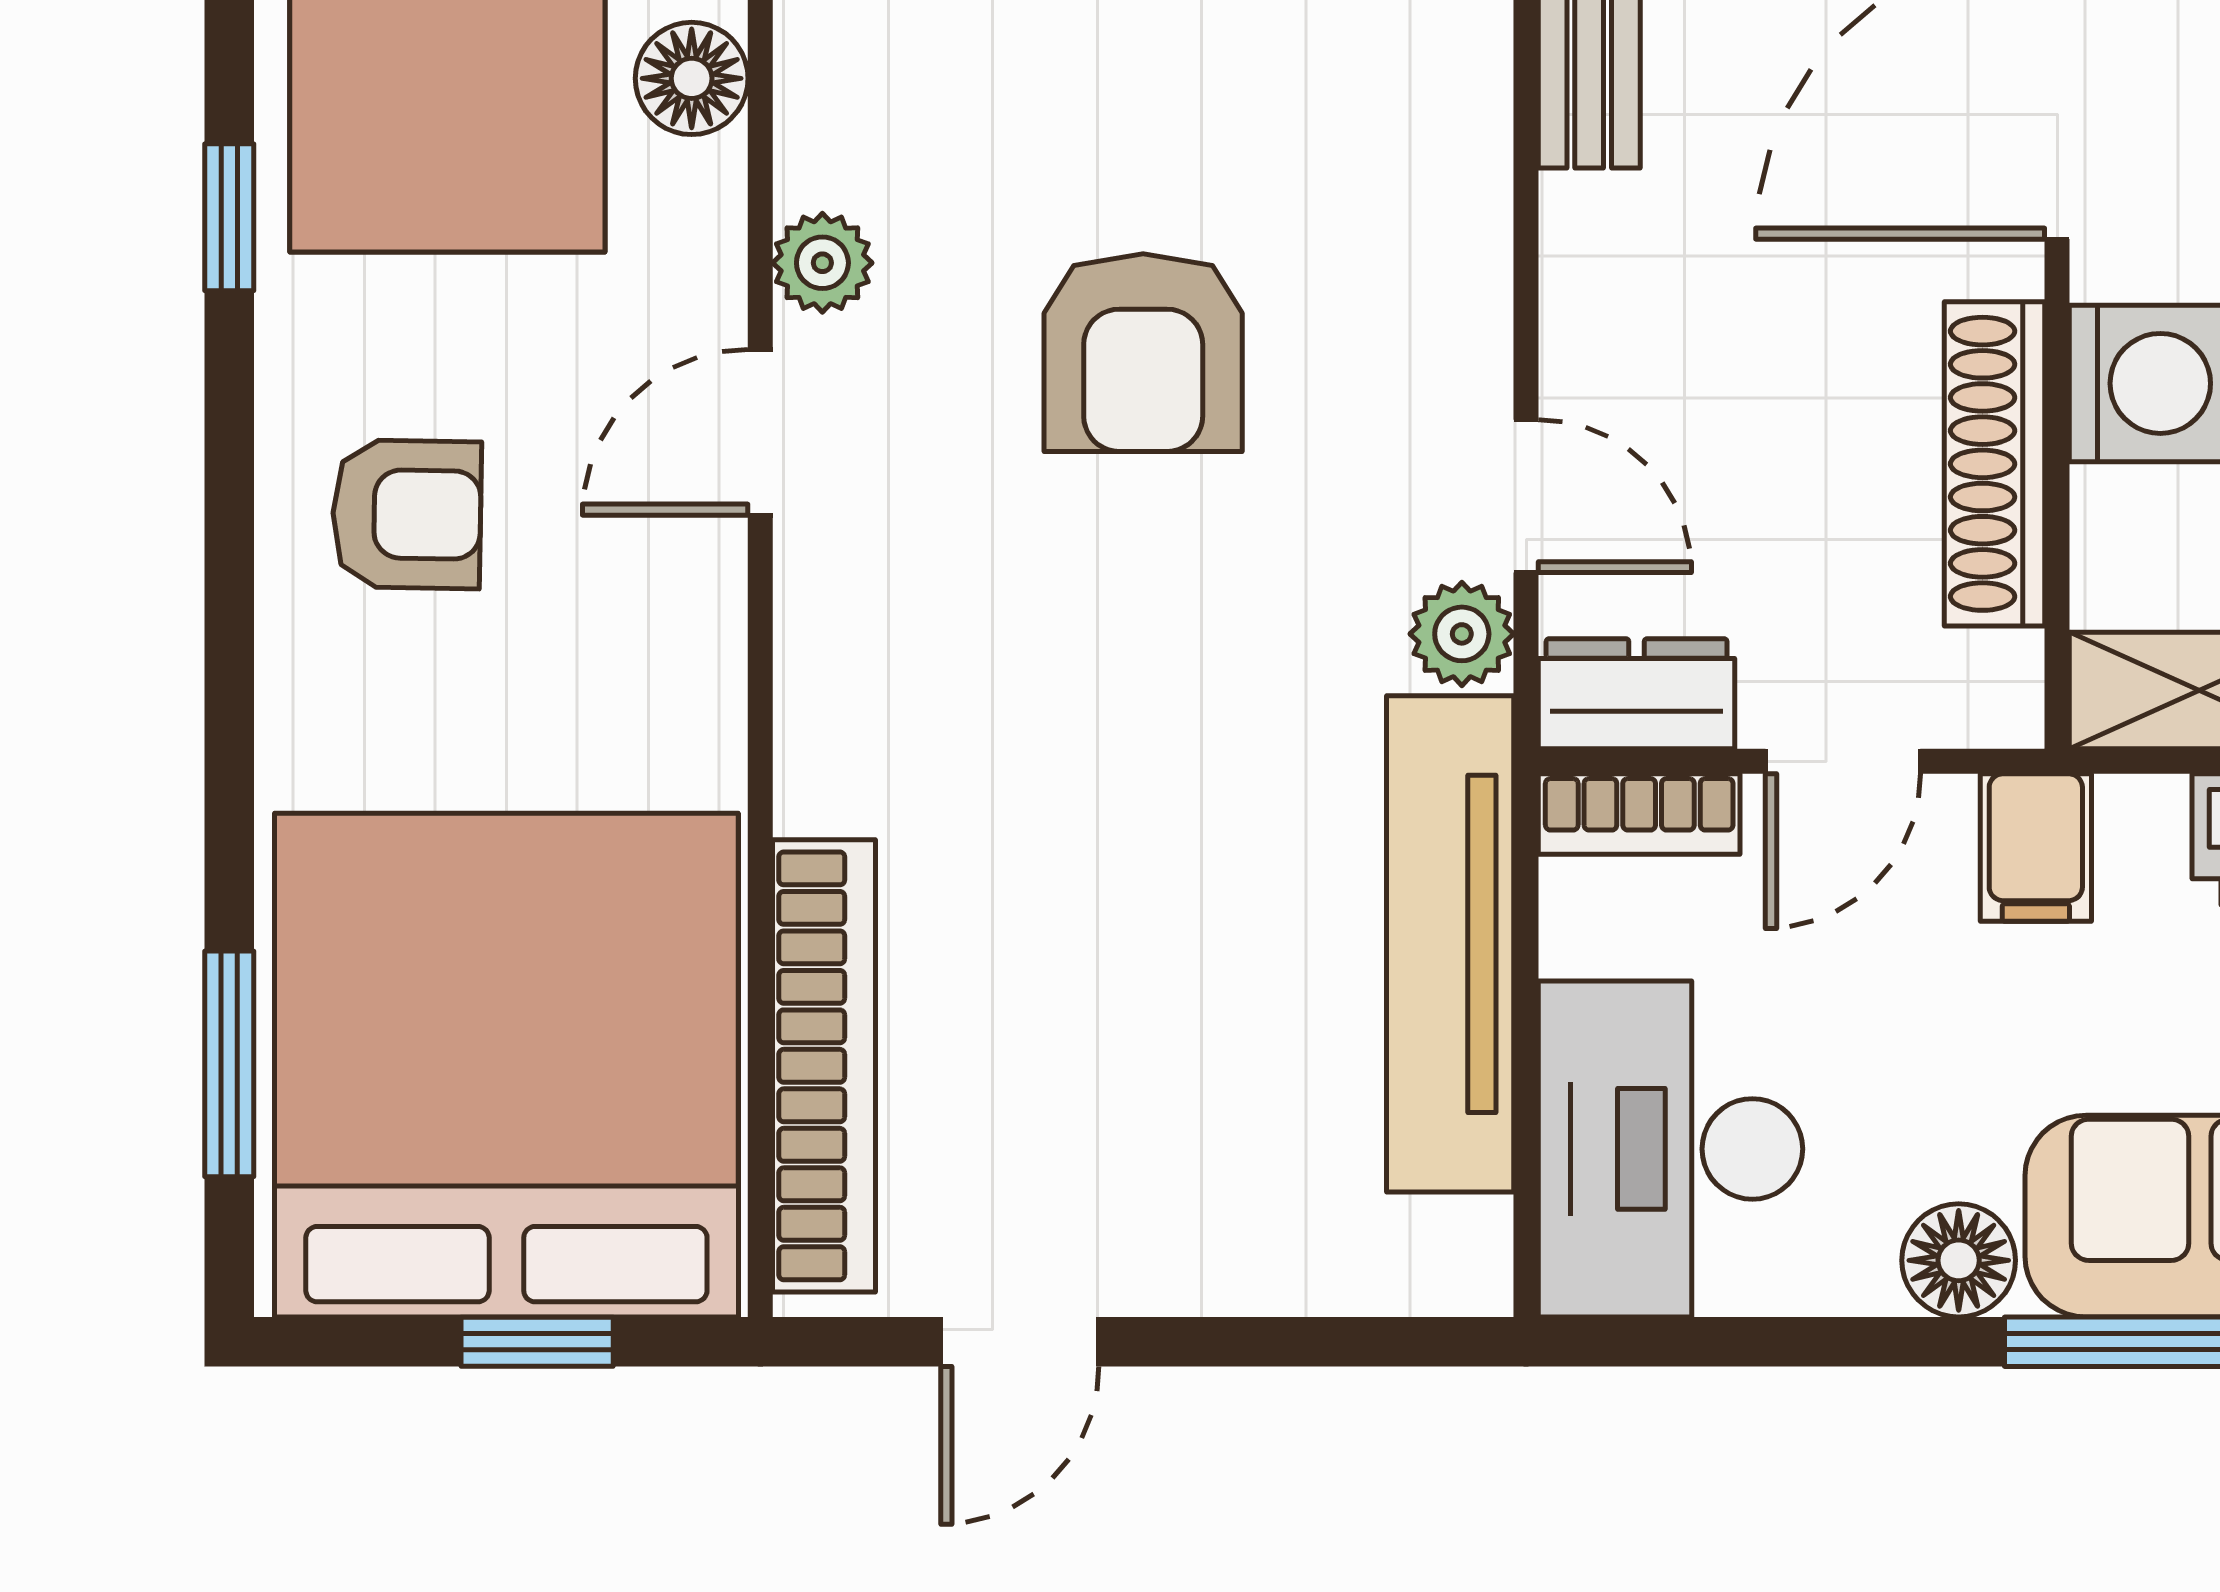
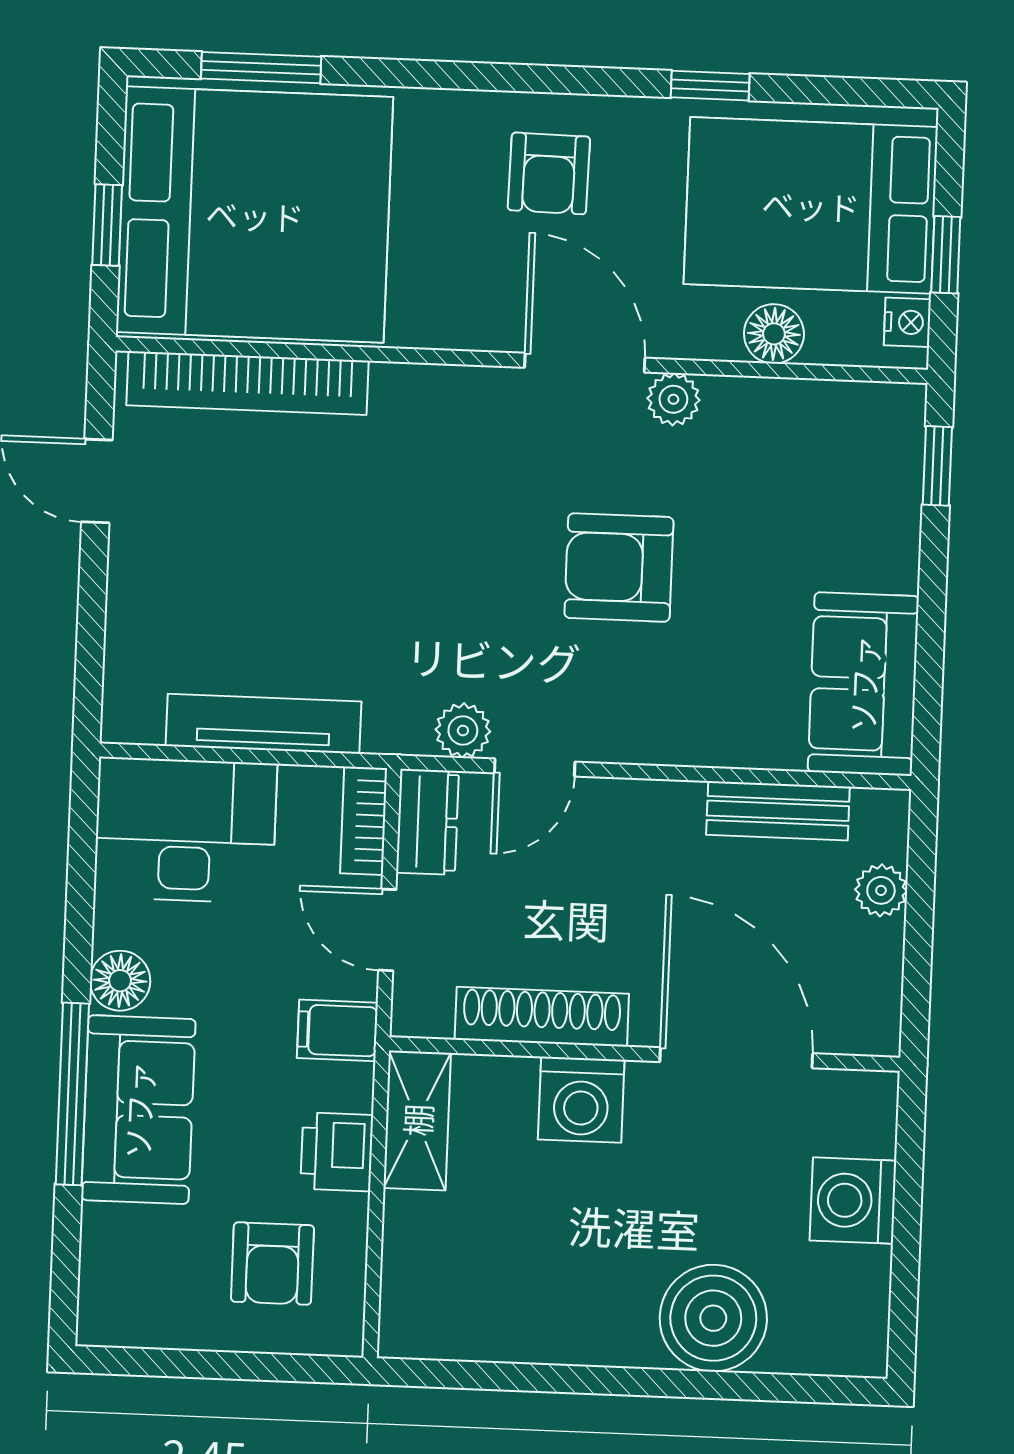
door: (760, 432) -> (585, 363), width x1.38
tv unit: (1450, 944) -> (264, 724), width x0.73, depth x0.78

